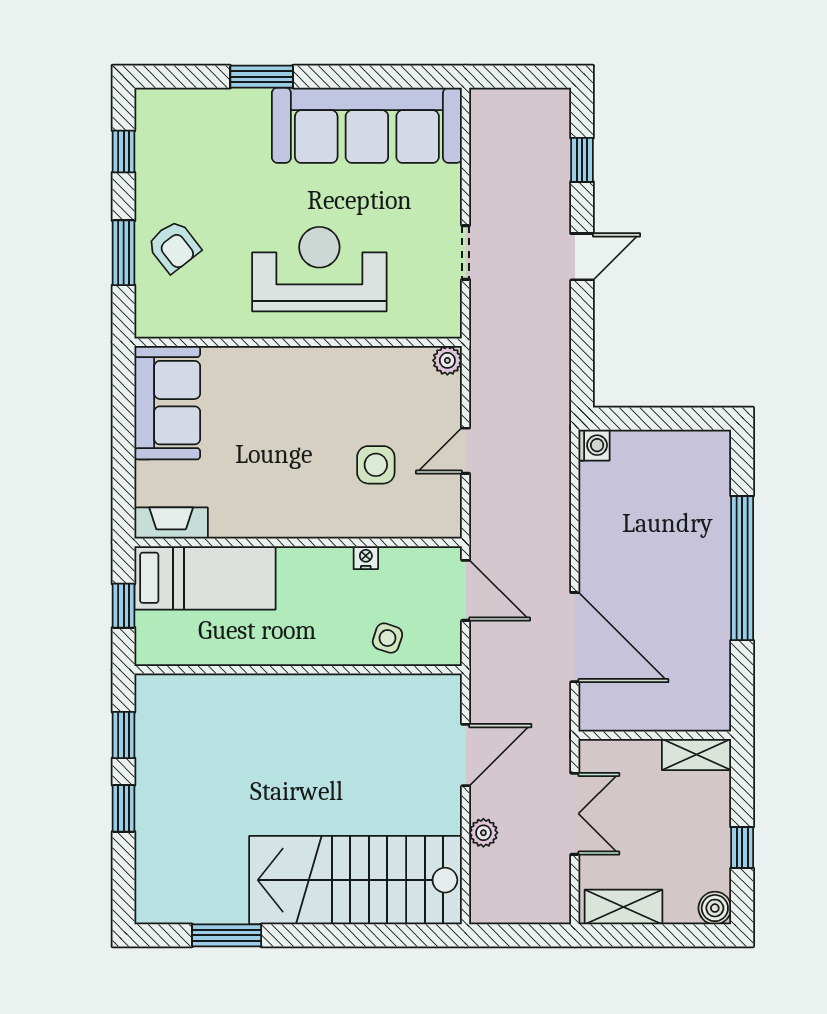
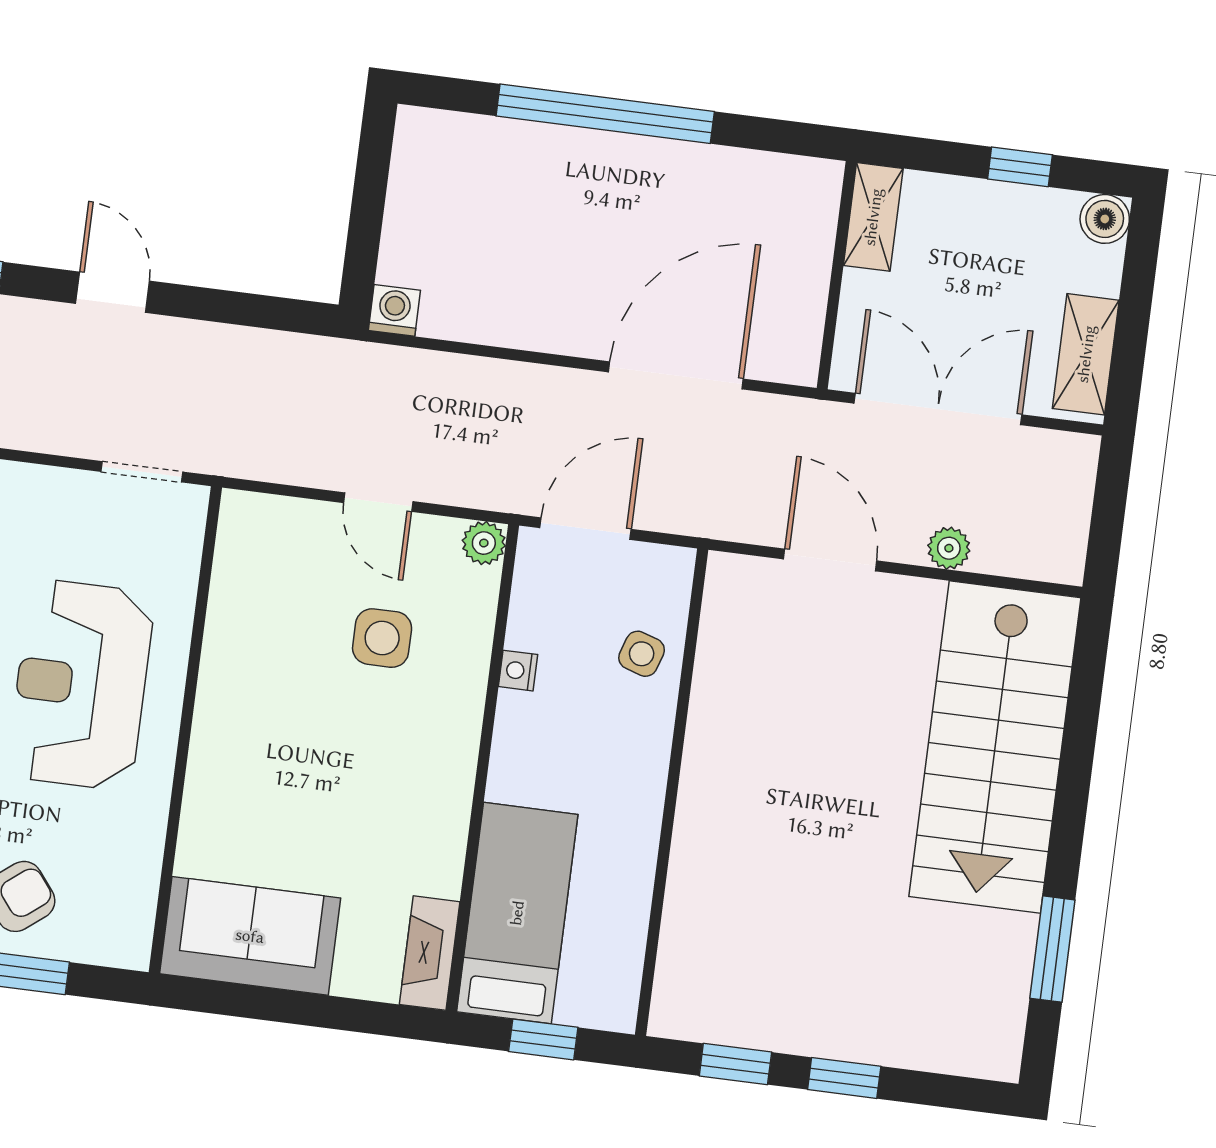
doorway: (466, 252) -> (142, 472), moved
plant: (447, 360) -> (484, 543), moved
double door: (575, 814) -> (938, 409), width x1.37

